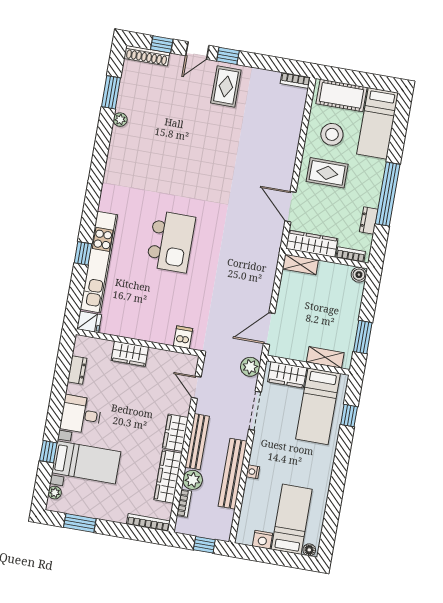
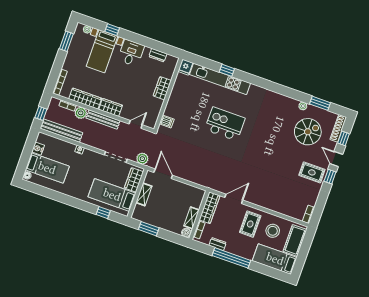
spiral stairs: (161, 104) -> (308, 132), added
kitchen island: (171, 242) -> (225, 124), turned 180
shelving: (300, 264) -> (192, 218), moved
shelving: (325, 357) -> (144, 194), moved
bench: (233, 474) -> (61, 131), moved

